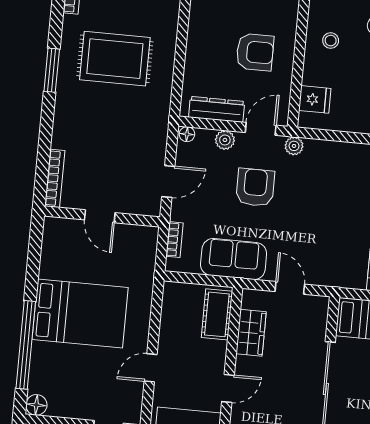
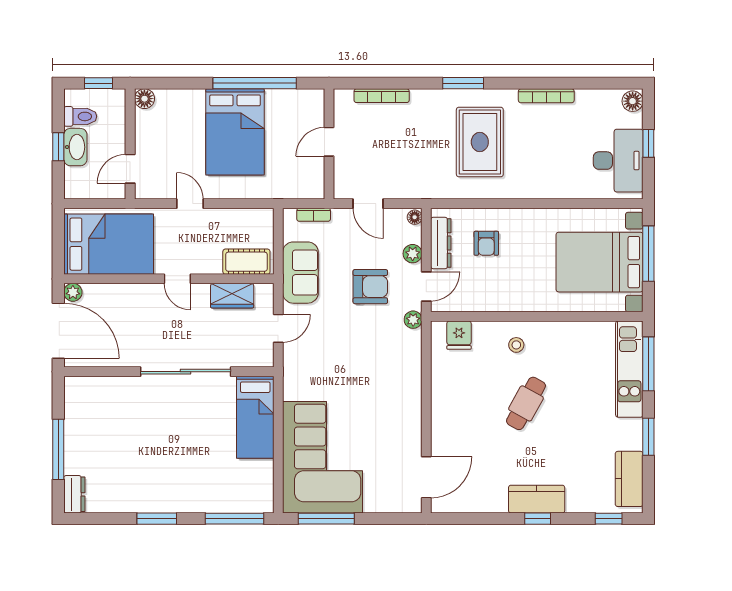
armchair: (255, 52) -> (486, 243), moved, width x0.72, depth x0.72
door: (261, 129) -> (426, 287), hinge flipped
bookcase: (55, 178) -> (382, 96), moved
window: (26, 345) -> (255, 83), moved

